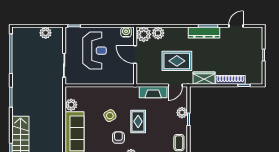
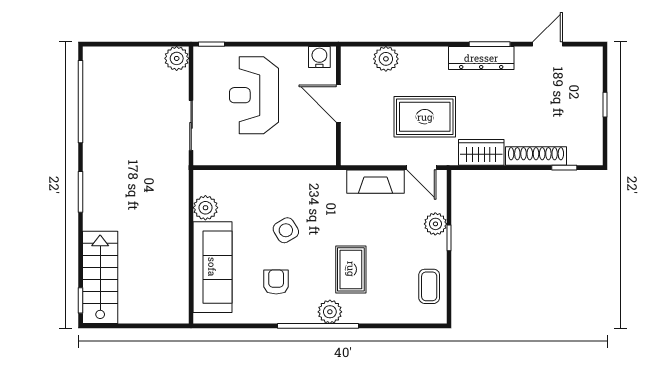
plant: (46, 33) -> (177, 58), moved
plant: (144, 34) -> (356, 62), removed
reception desk: (95, 51) -> (254, 95), turned 180
door: (175, 85) -> (421, 168), hinge flipped
rug: (138, 121) -> (351, 269), moved
armchair: (118, 138) -> (276, 282), moved

